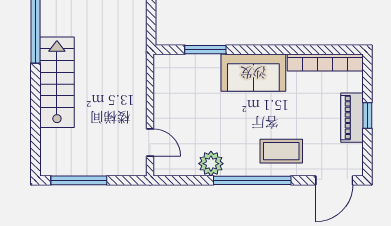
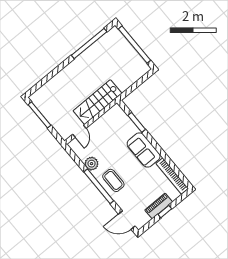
stairs: (57, 82) -> (98, 102), moved, turned 180
coffee table: (281, 151) -> (113, 180), moved

